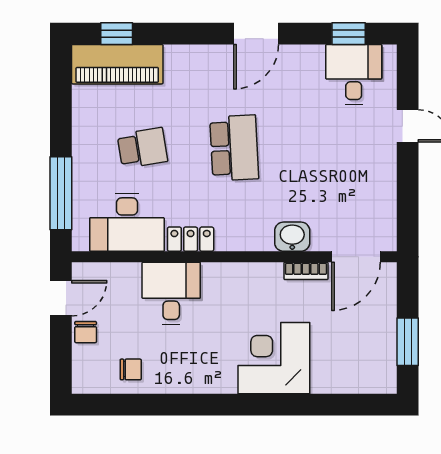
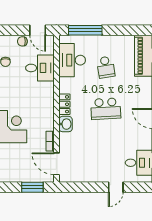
washbasin: (292, 237) -> (66, 124), moved
locker: (191, 239) -> (64, 104), moved
desk: (171, 293) -> (40, 68), moved
window: (408, 342) -> (32, 187), moved

